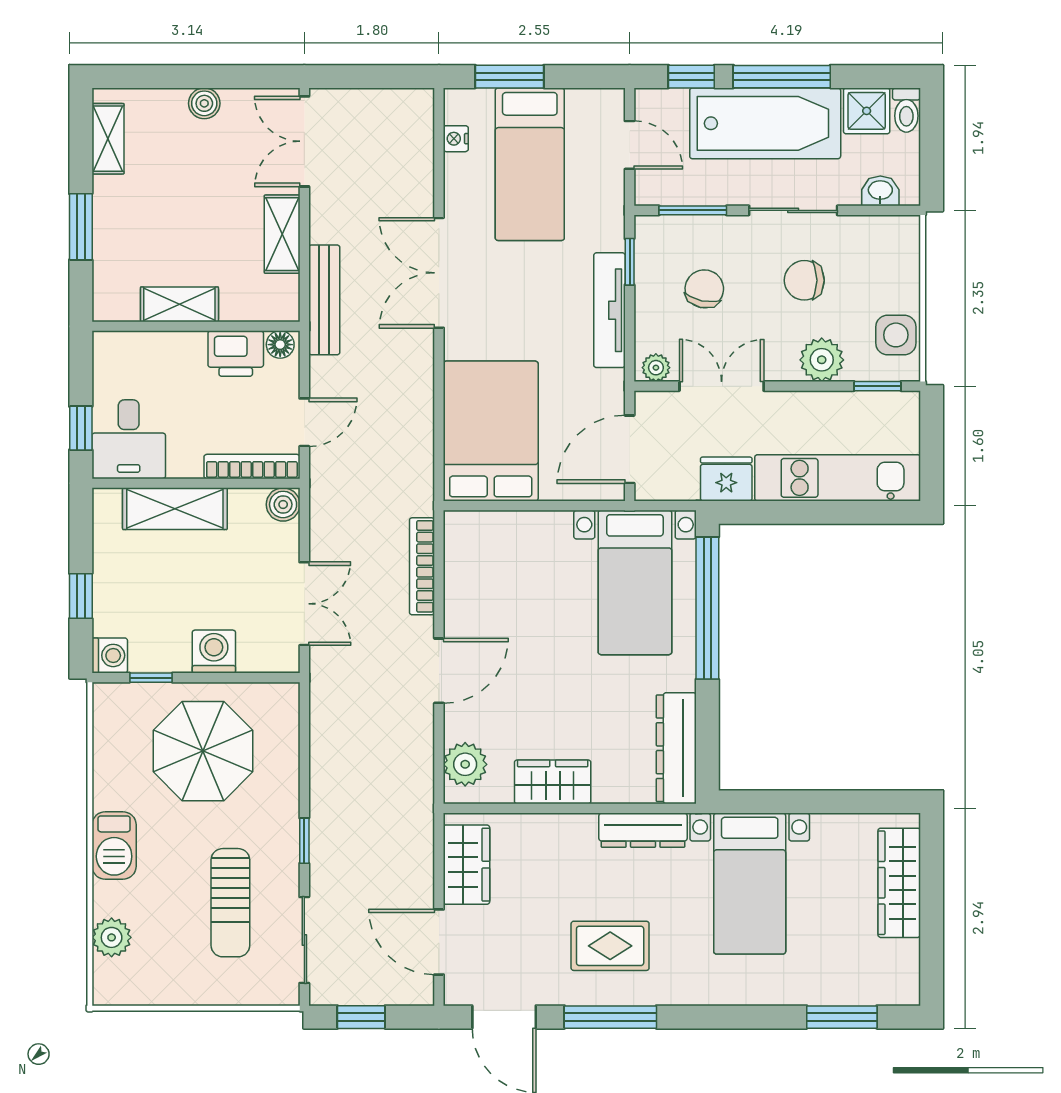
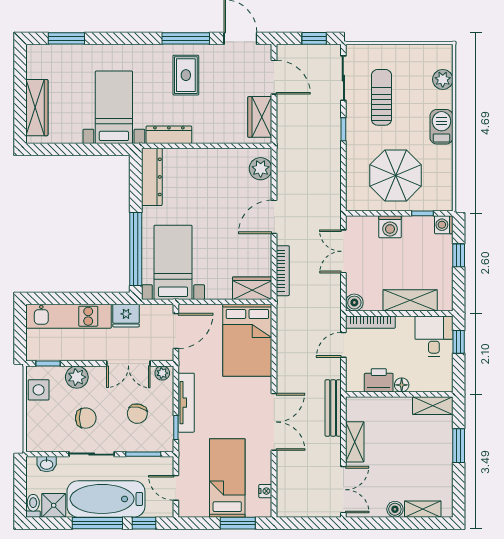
shelving: (108, 139) -> (423, 509), moved, turned 90
shelving: (179, 304) -> (433, 406), moved
floor lamp: (280, 345) -> (402, 385), moved
wardrobe: (553, 782) -> (252, 288), moved, turned 180
rug: (610, 946) -> (186, 75), turned 90

